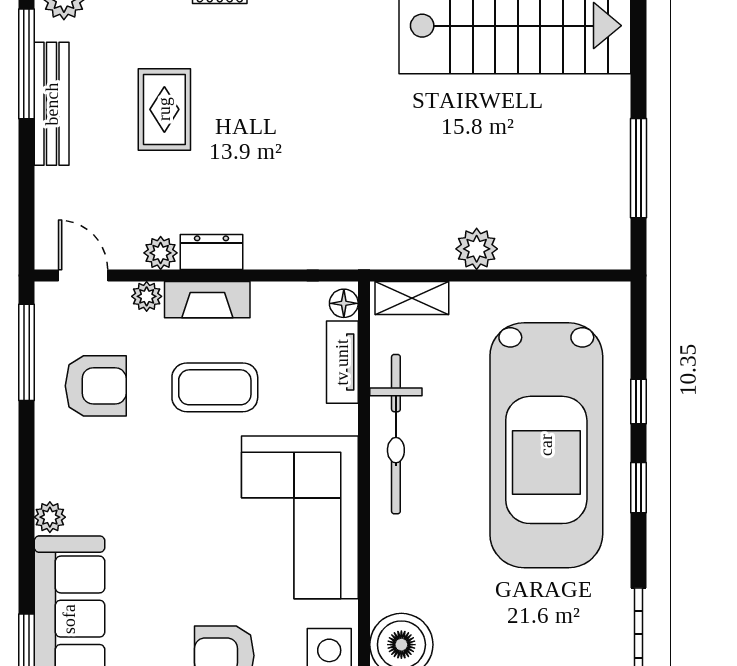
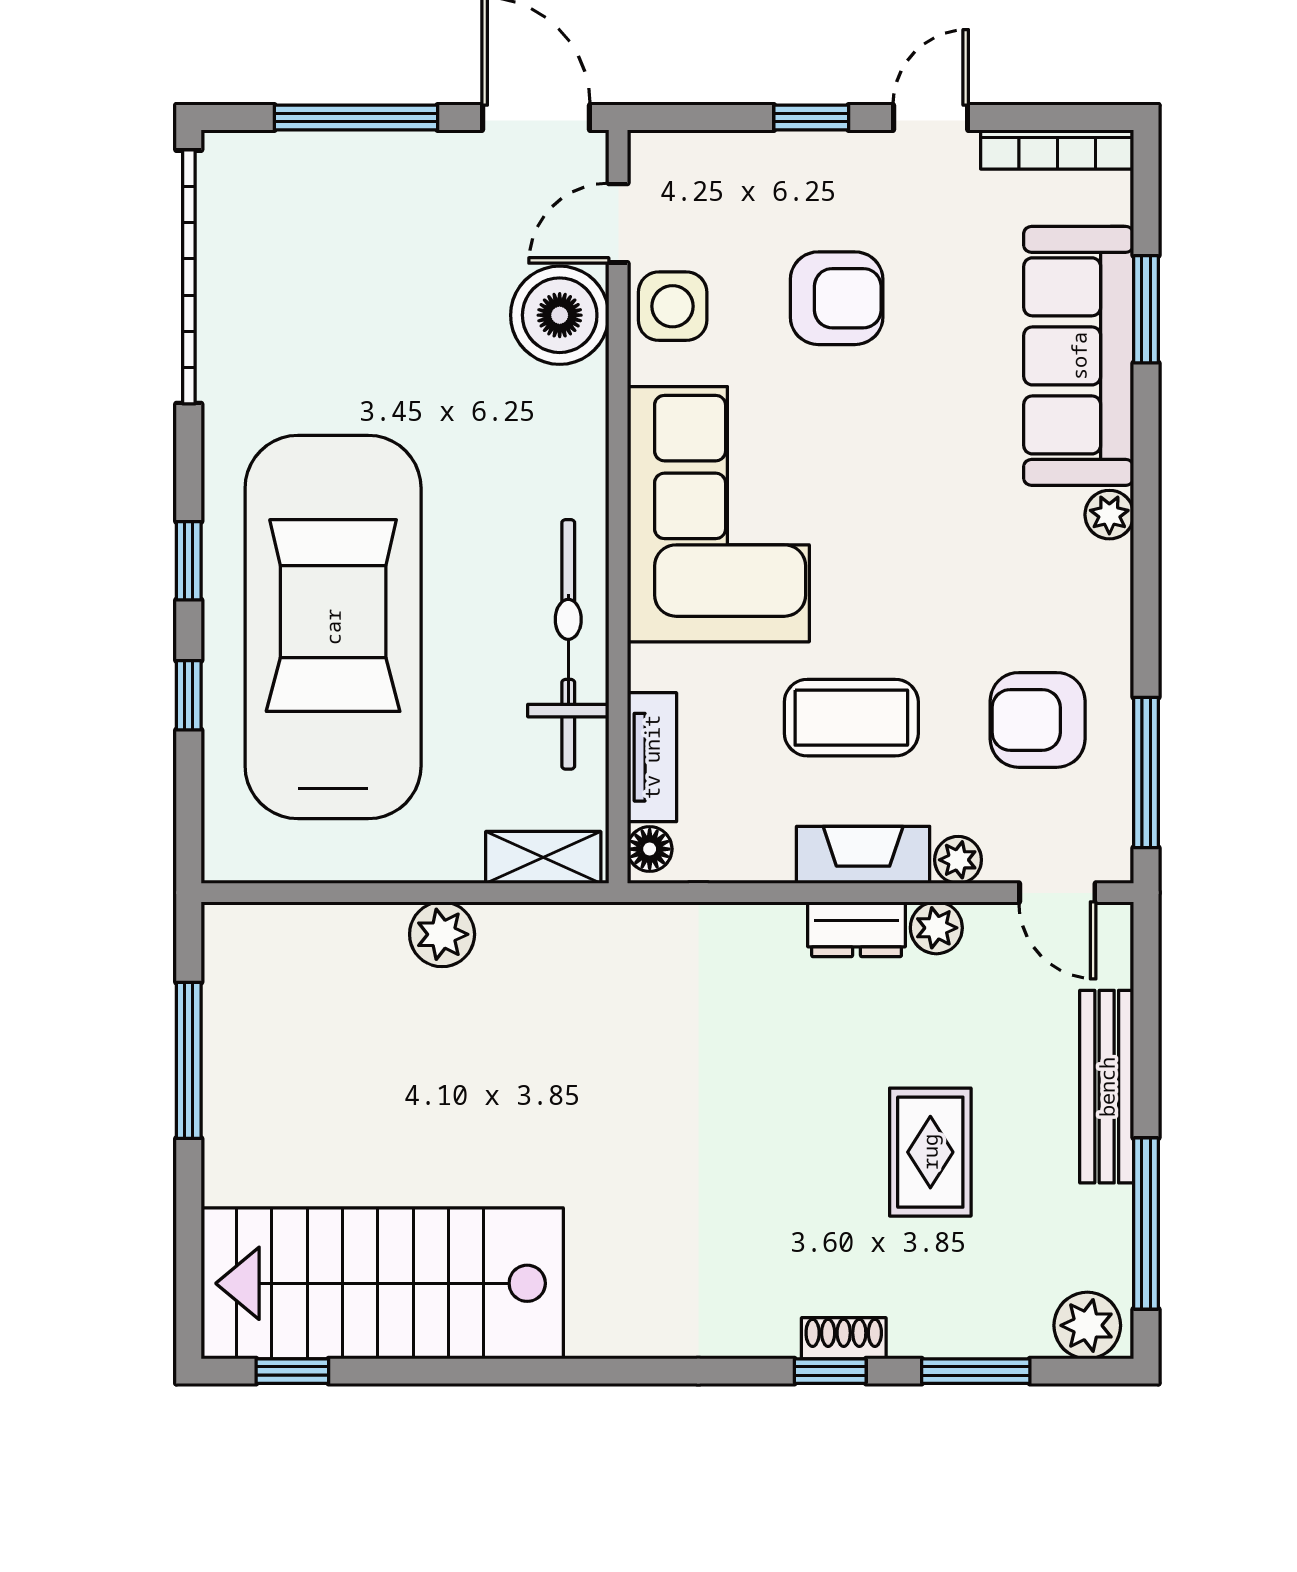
bench: (52, 104) -> (1107, 1087), moved

